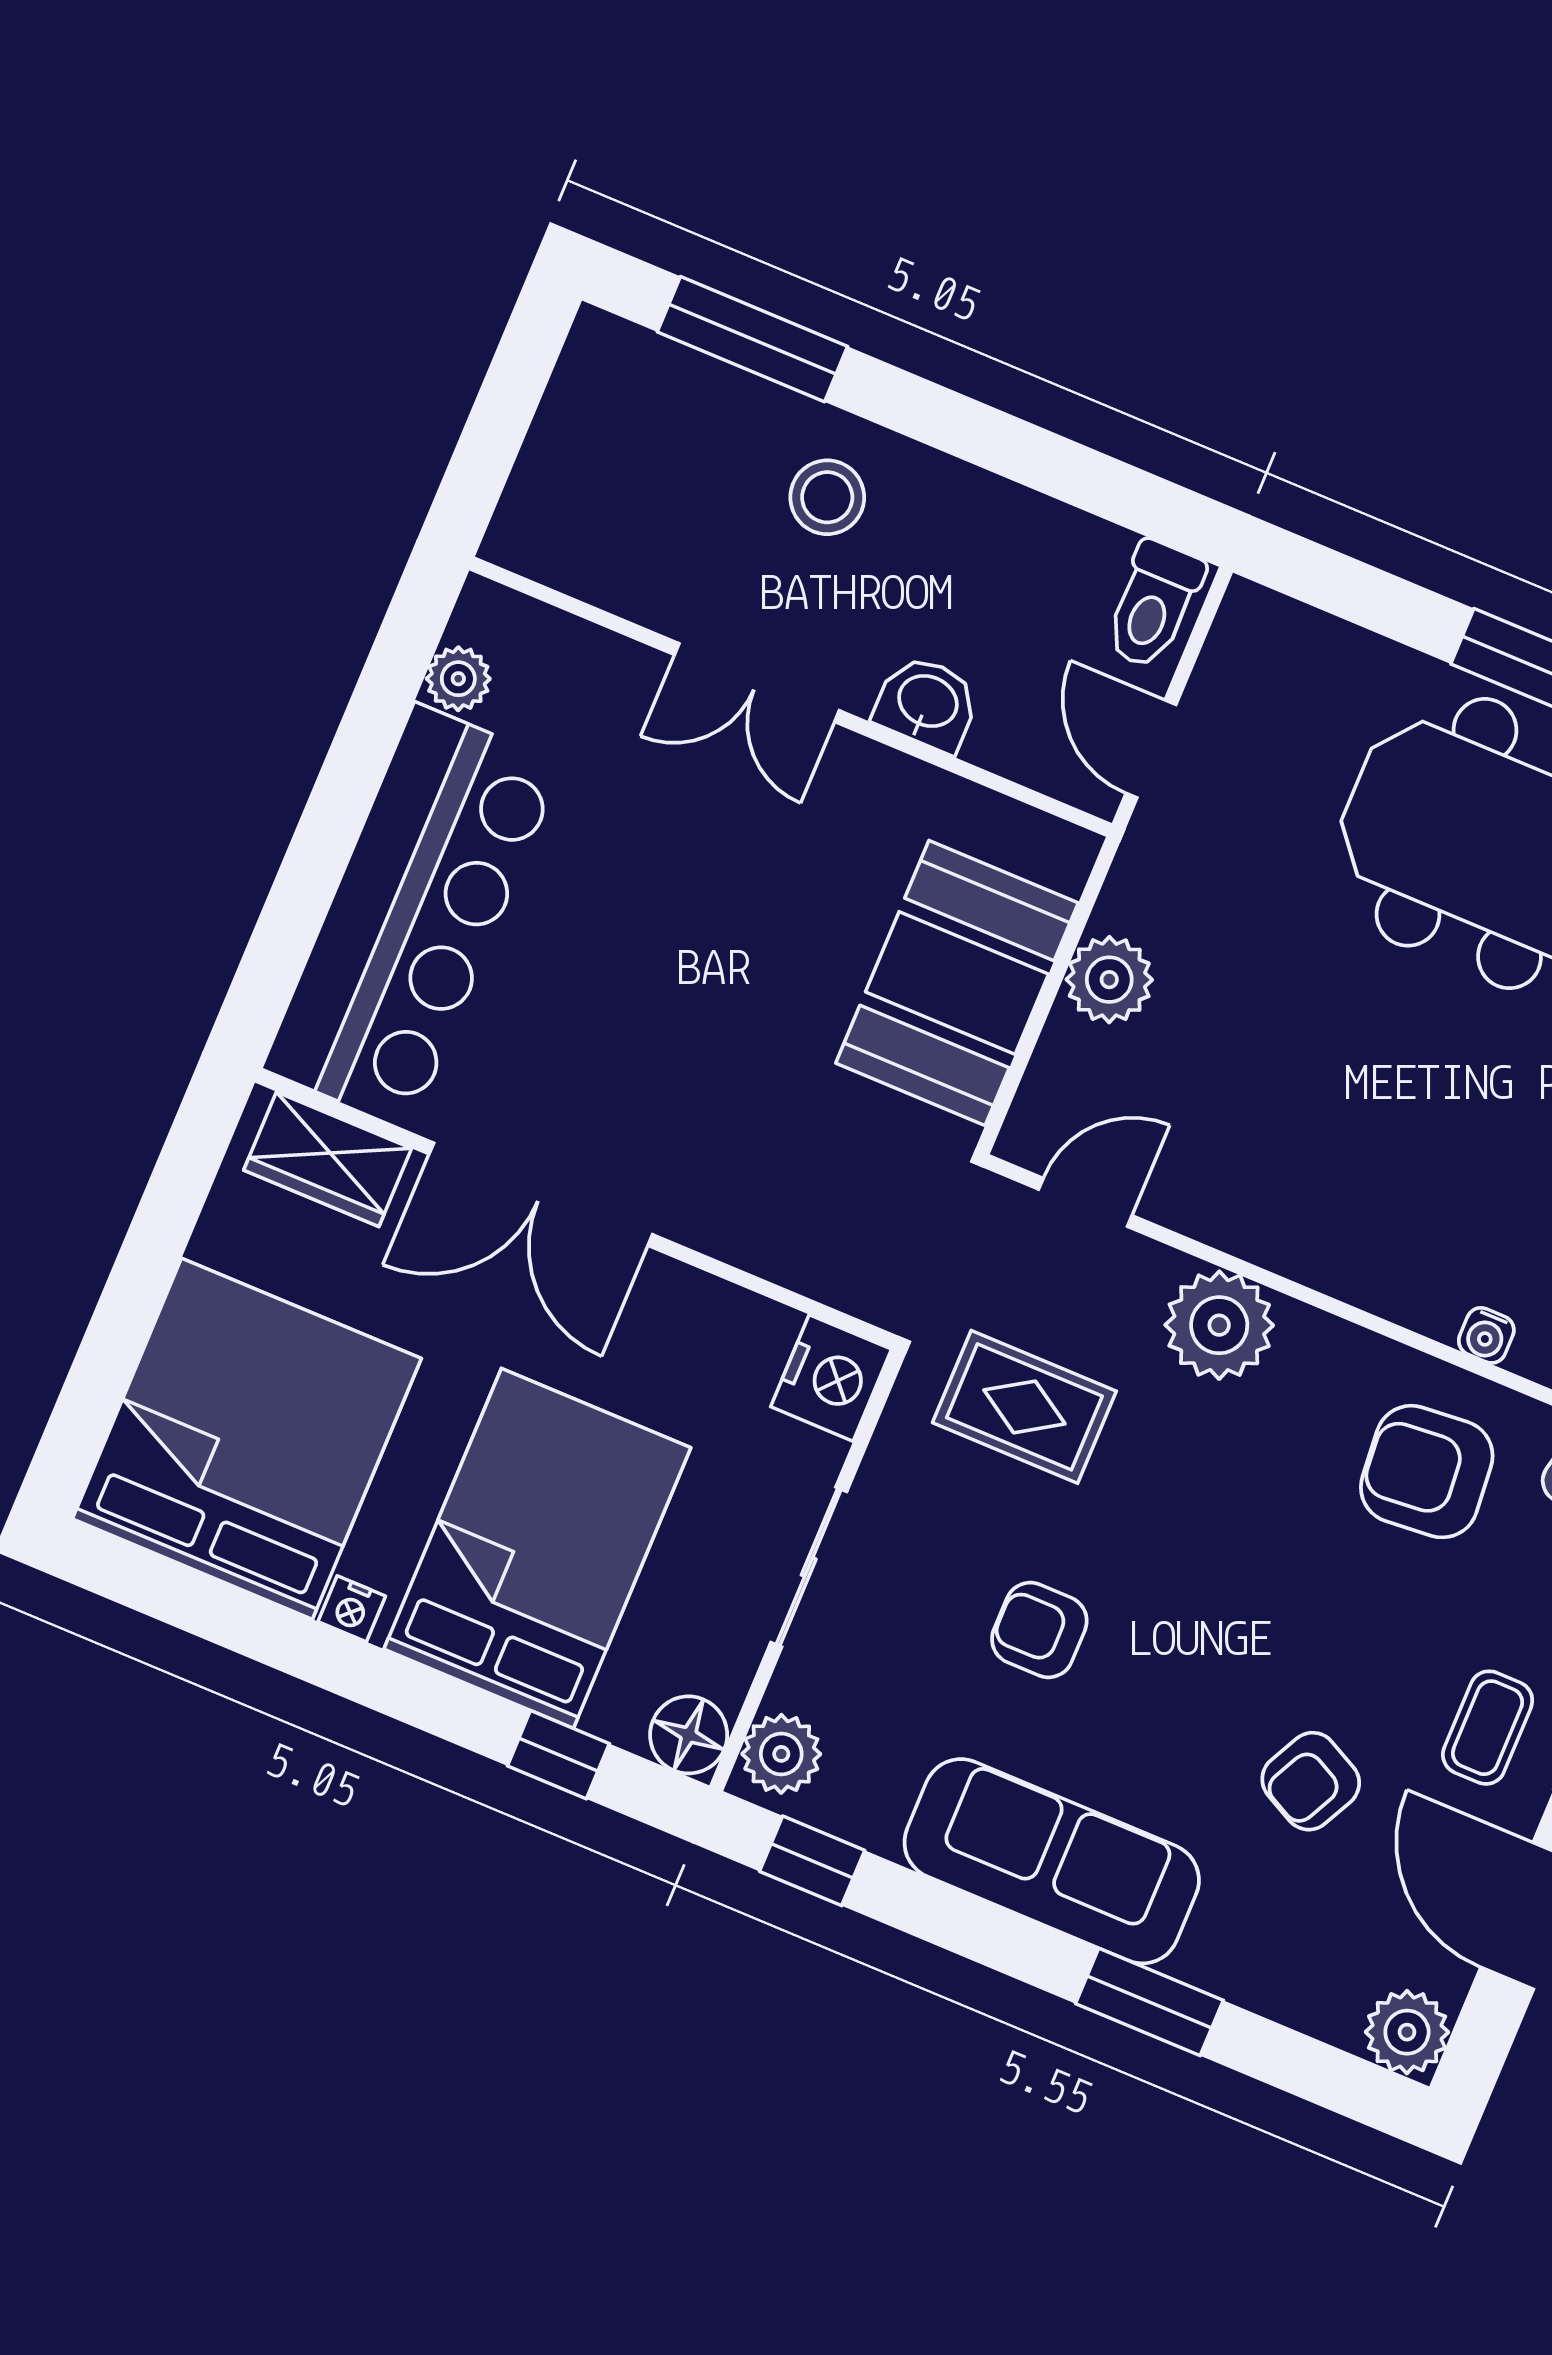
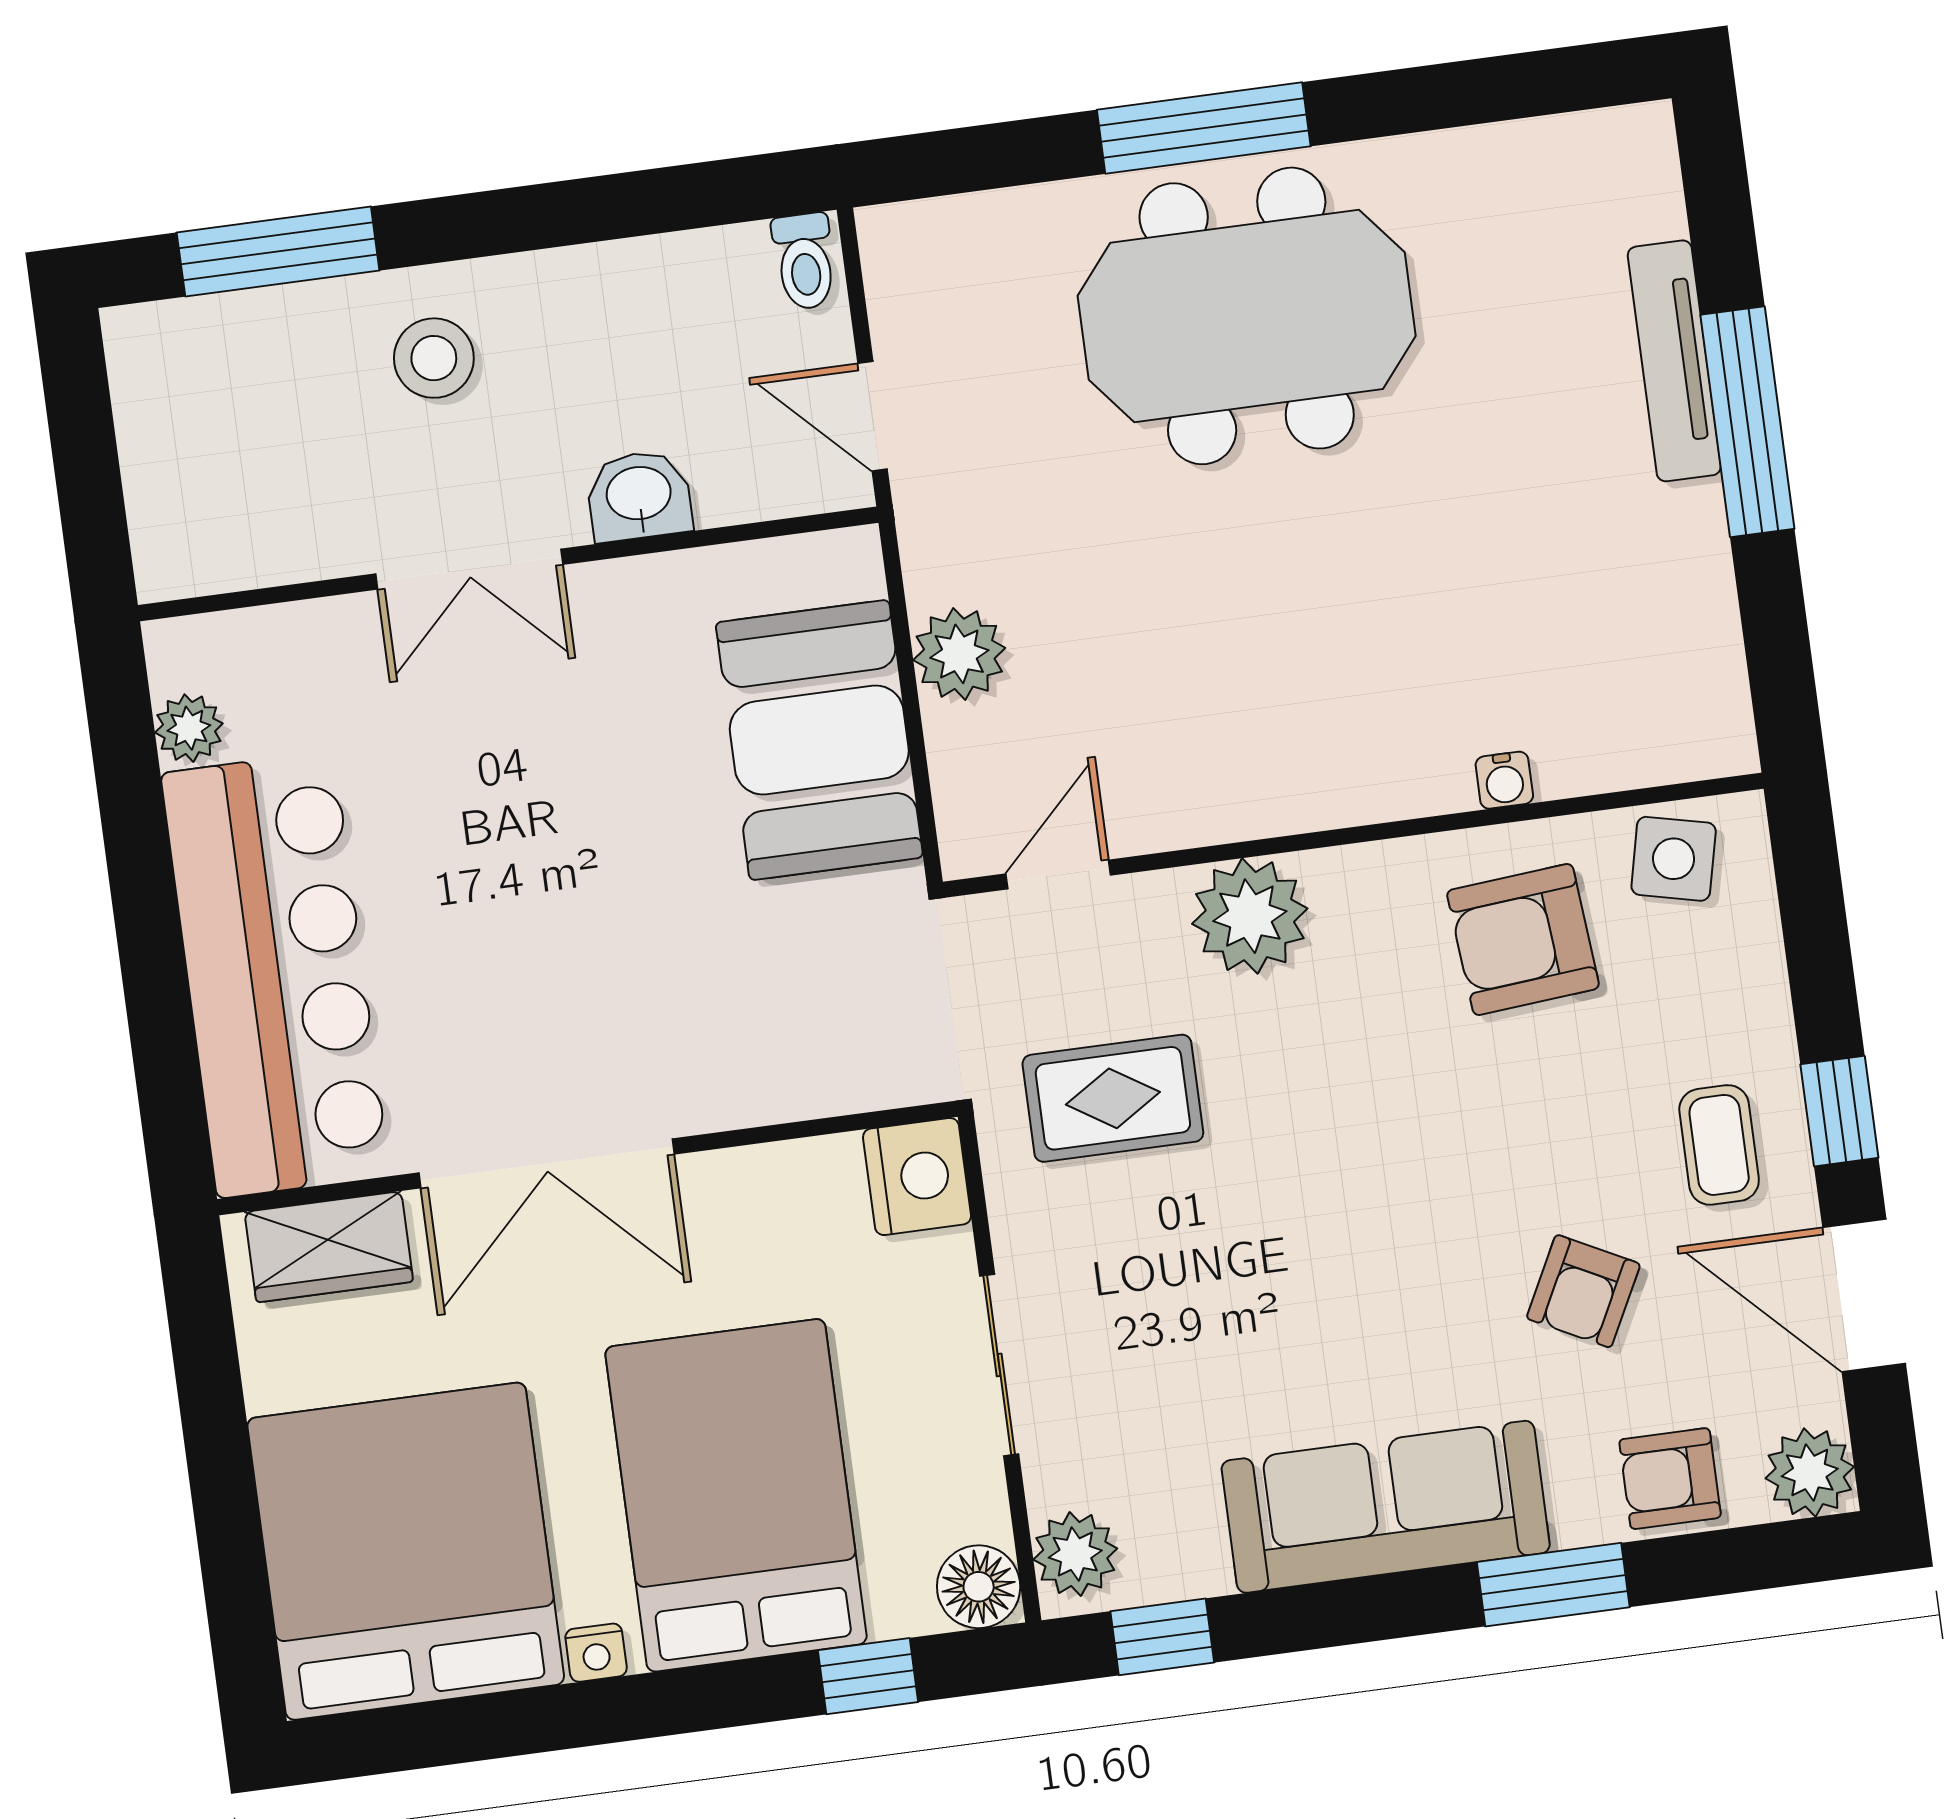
toilet: (1153, 605) -> (804, 261), width x0.73, depth x0.72
armchair: (1039, 1630) -> (1670, 1479), moved

